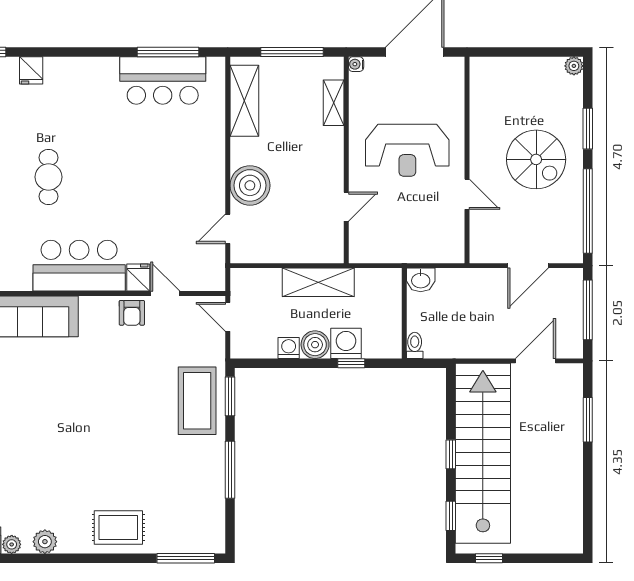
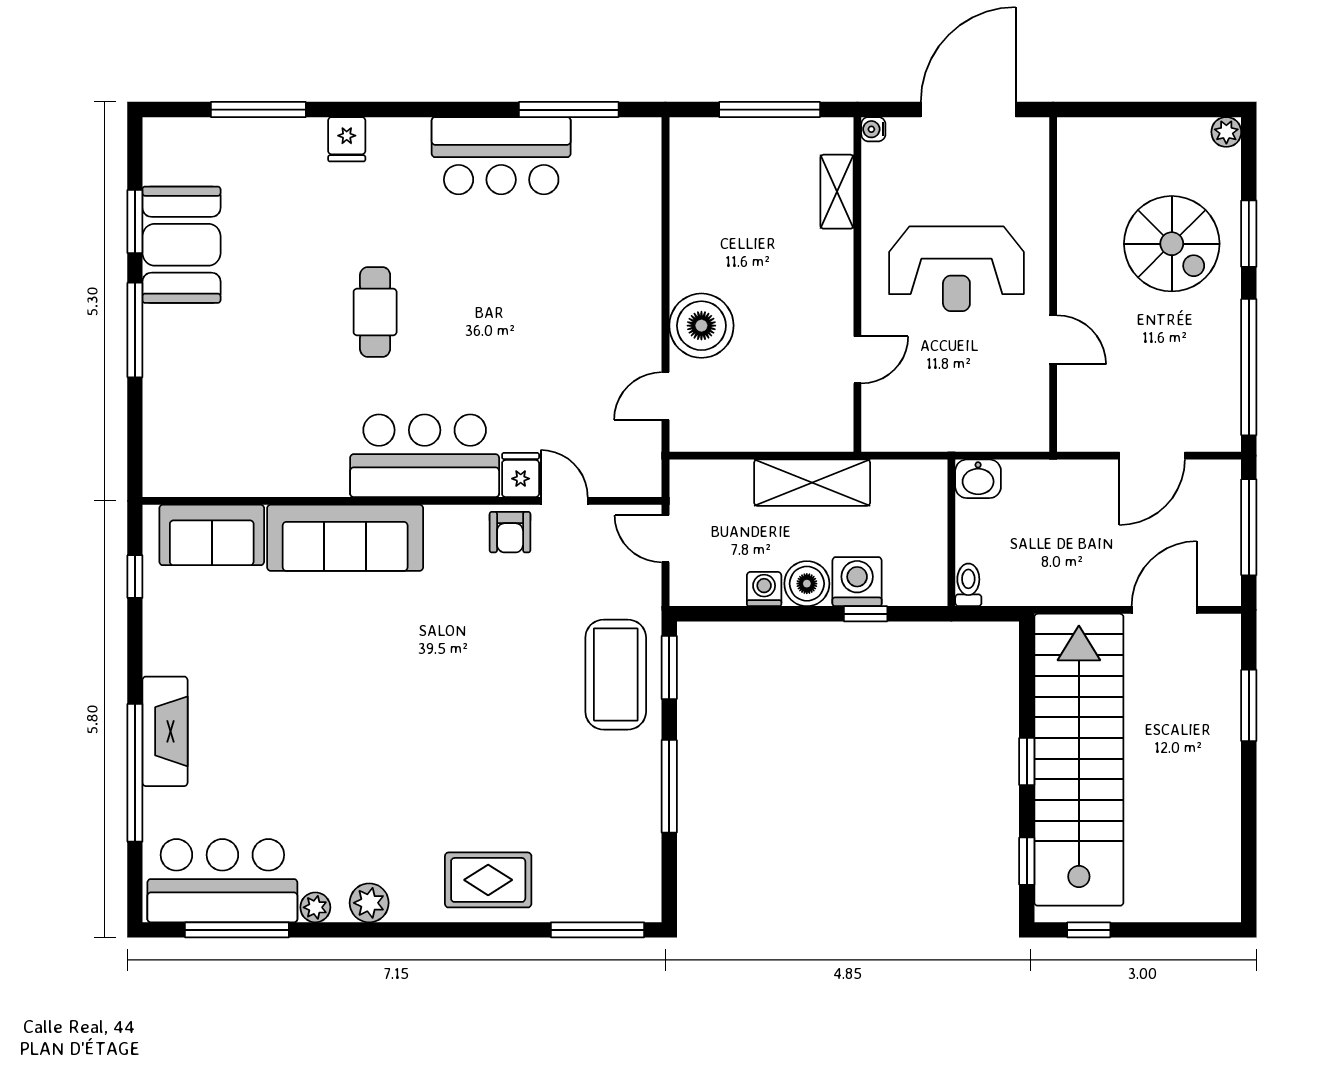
bar counter: (163, 80) -> (501, 156), moved
shelving: (244, 101) -> (692, 188), removed
spiral stairs: (536, 159) -> (1172, 244), moved

